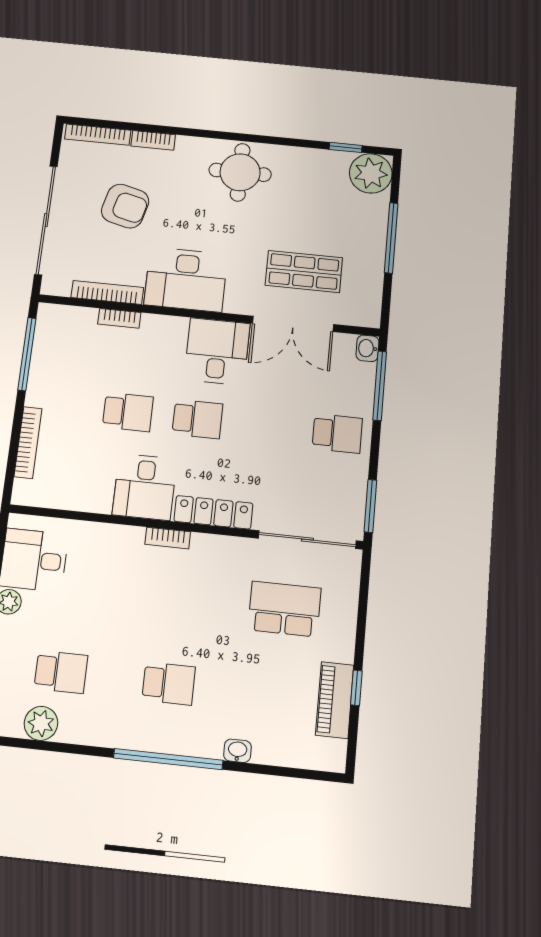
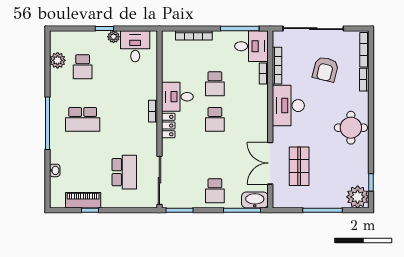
washbasin: (367, 348) -> (255, 200), width x1.91, depth x1.45
desk: (217, 351) -> (251, 46), moved
locker: (213, 512) -> (168, 126), width x0.66
school desk: (169, 683) -> (83, 119), width x1.85
washbasin: (237, 751) -> (55, 170), moved

